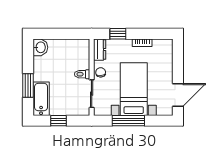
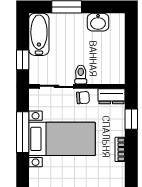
washbasin: (40, 47) -> (98, 22), moved
bathtub: (41, 99) -> (39, 34), moved, turned -90
window: (59, 121) -> (23, 60), moved

